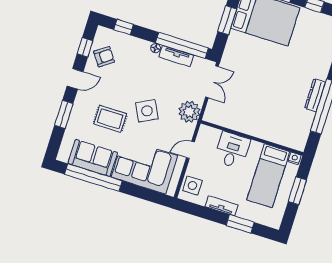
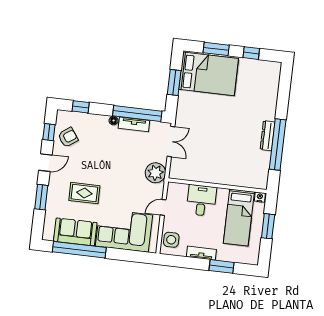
side table: (147, 111) -> (117, 179), removed

